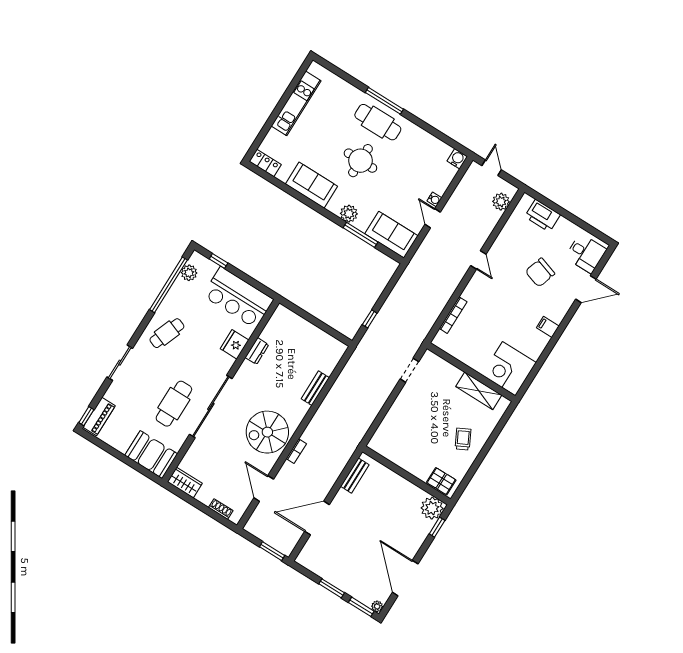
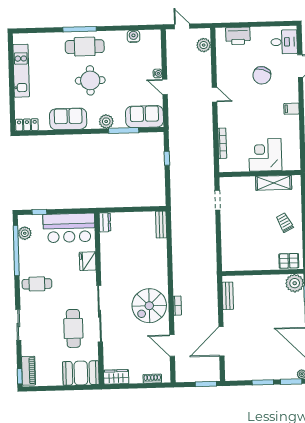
water cooler: (457, 159) -> (133, 36), moved
window: (370, 319) -> (167, 158), moved
cafe table: (167, 333) -> (37, 284), turned 69
dresser: (257, 351) -> (105, 222), moved
corner desk: (509, 369) -> (265, 155), moved, turned 90
bench: (315, 388) -> (161, 225), moved

